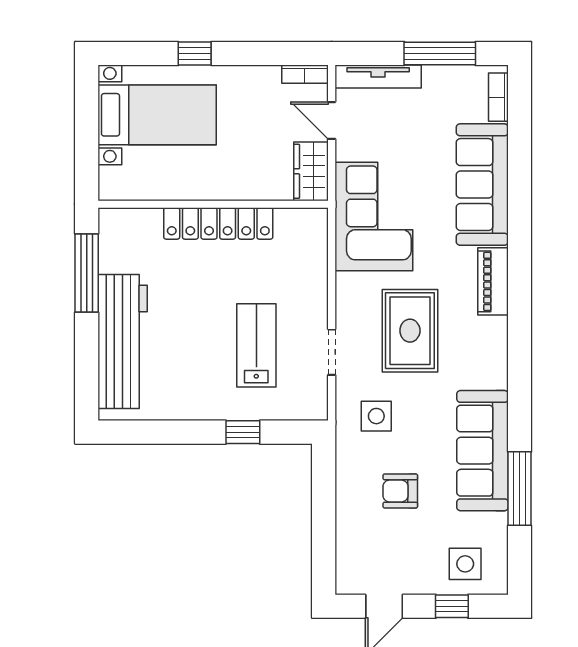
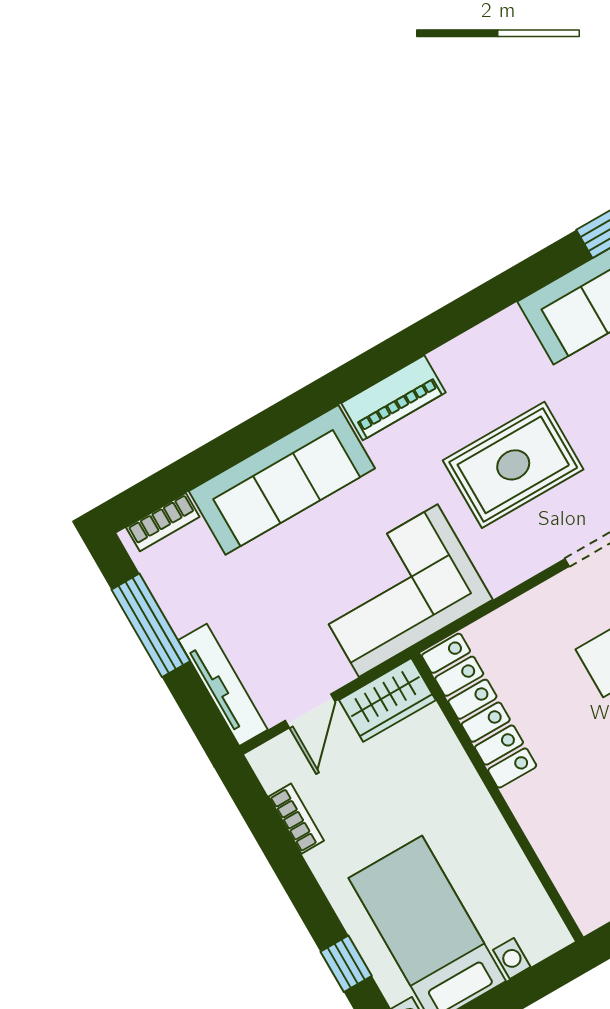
window: (195, 53) -> (346, 964), moved
bookcase: (305, 74) -> (296, 819), moved
locker: (218, 223) -> (479, 711), moved

